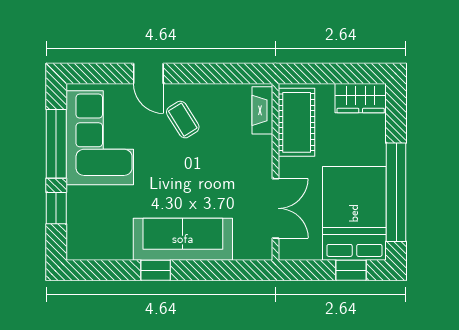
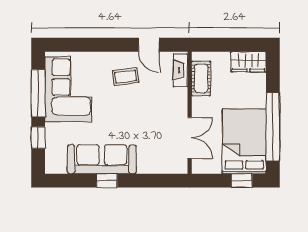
door: (148, 74) -> (149, 45), moved
coffee table: (183, 120) -> (126, 77), turned -65
cot: (297, 122) -> (201, 78), width x0.73, depth x0.75
sofa: (183, 239) -> (102, 159), moved

